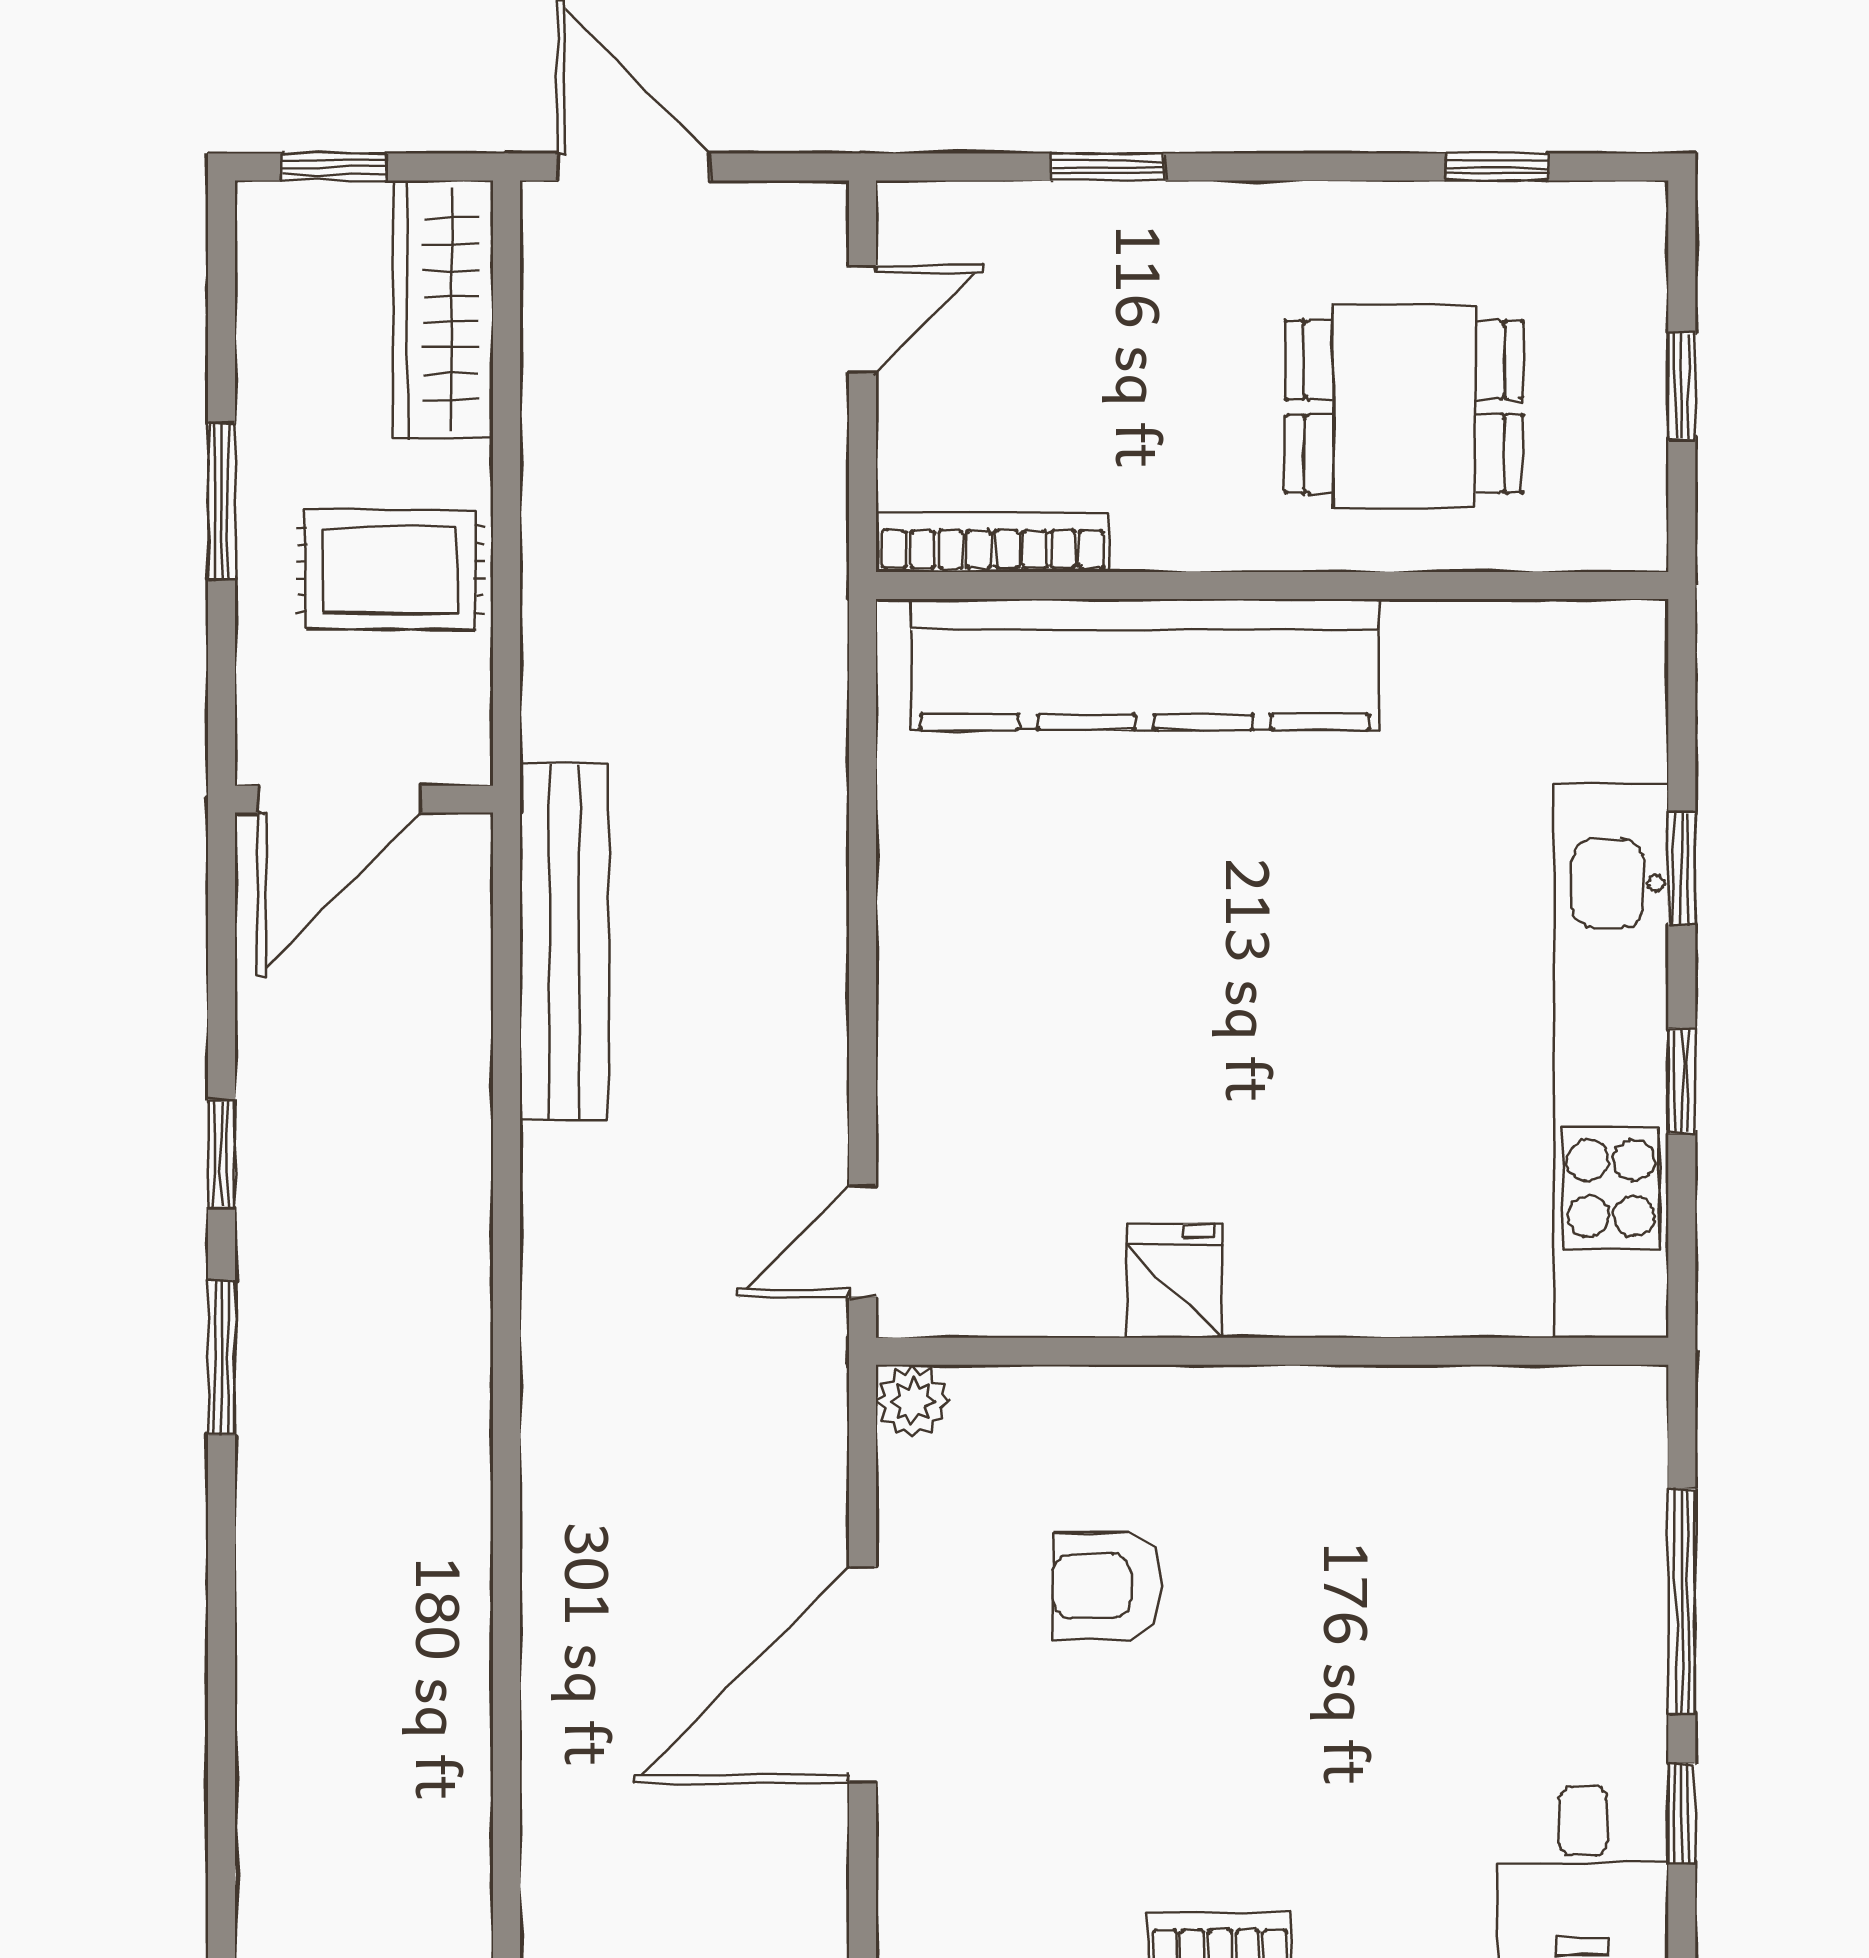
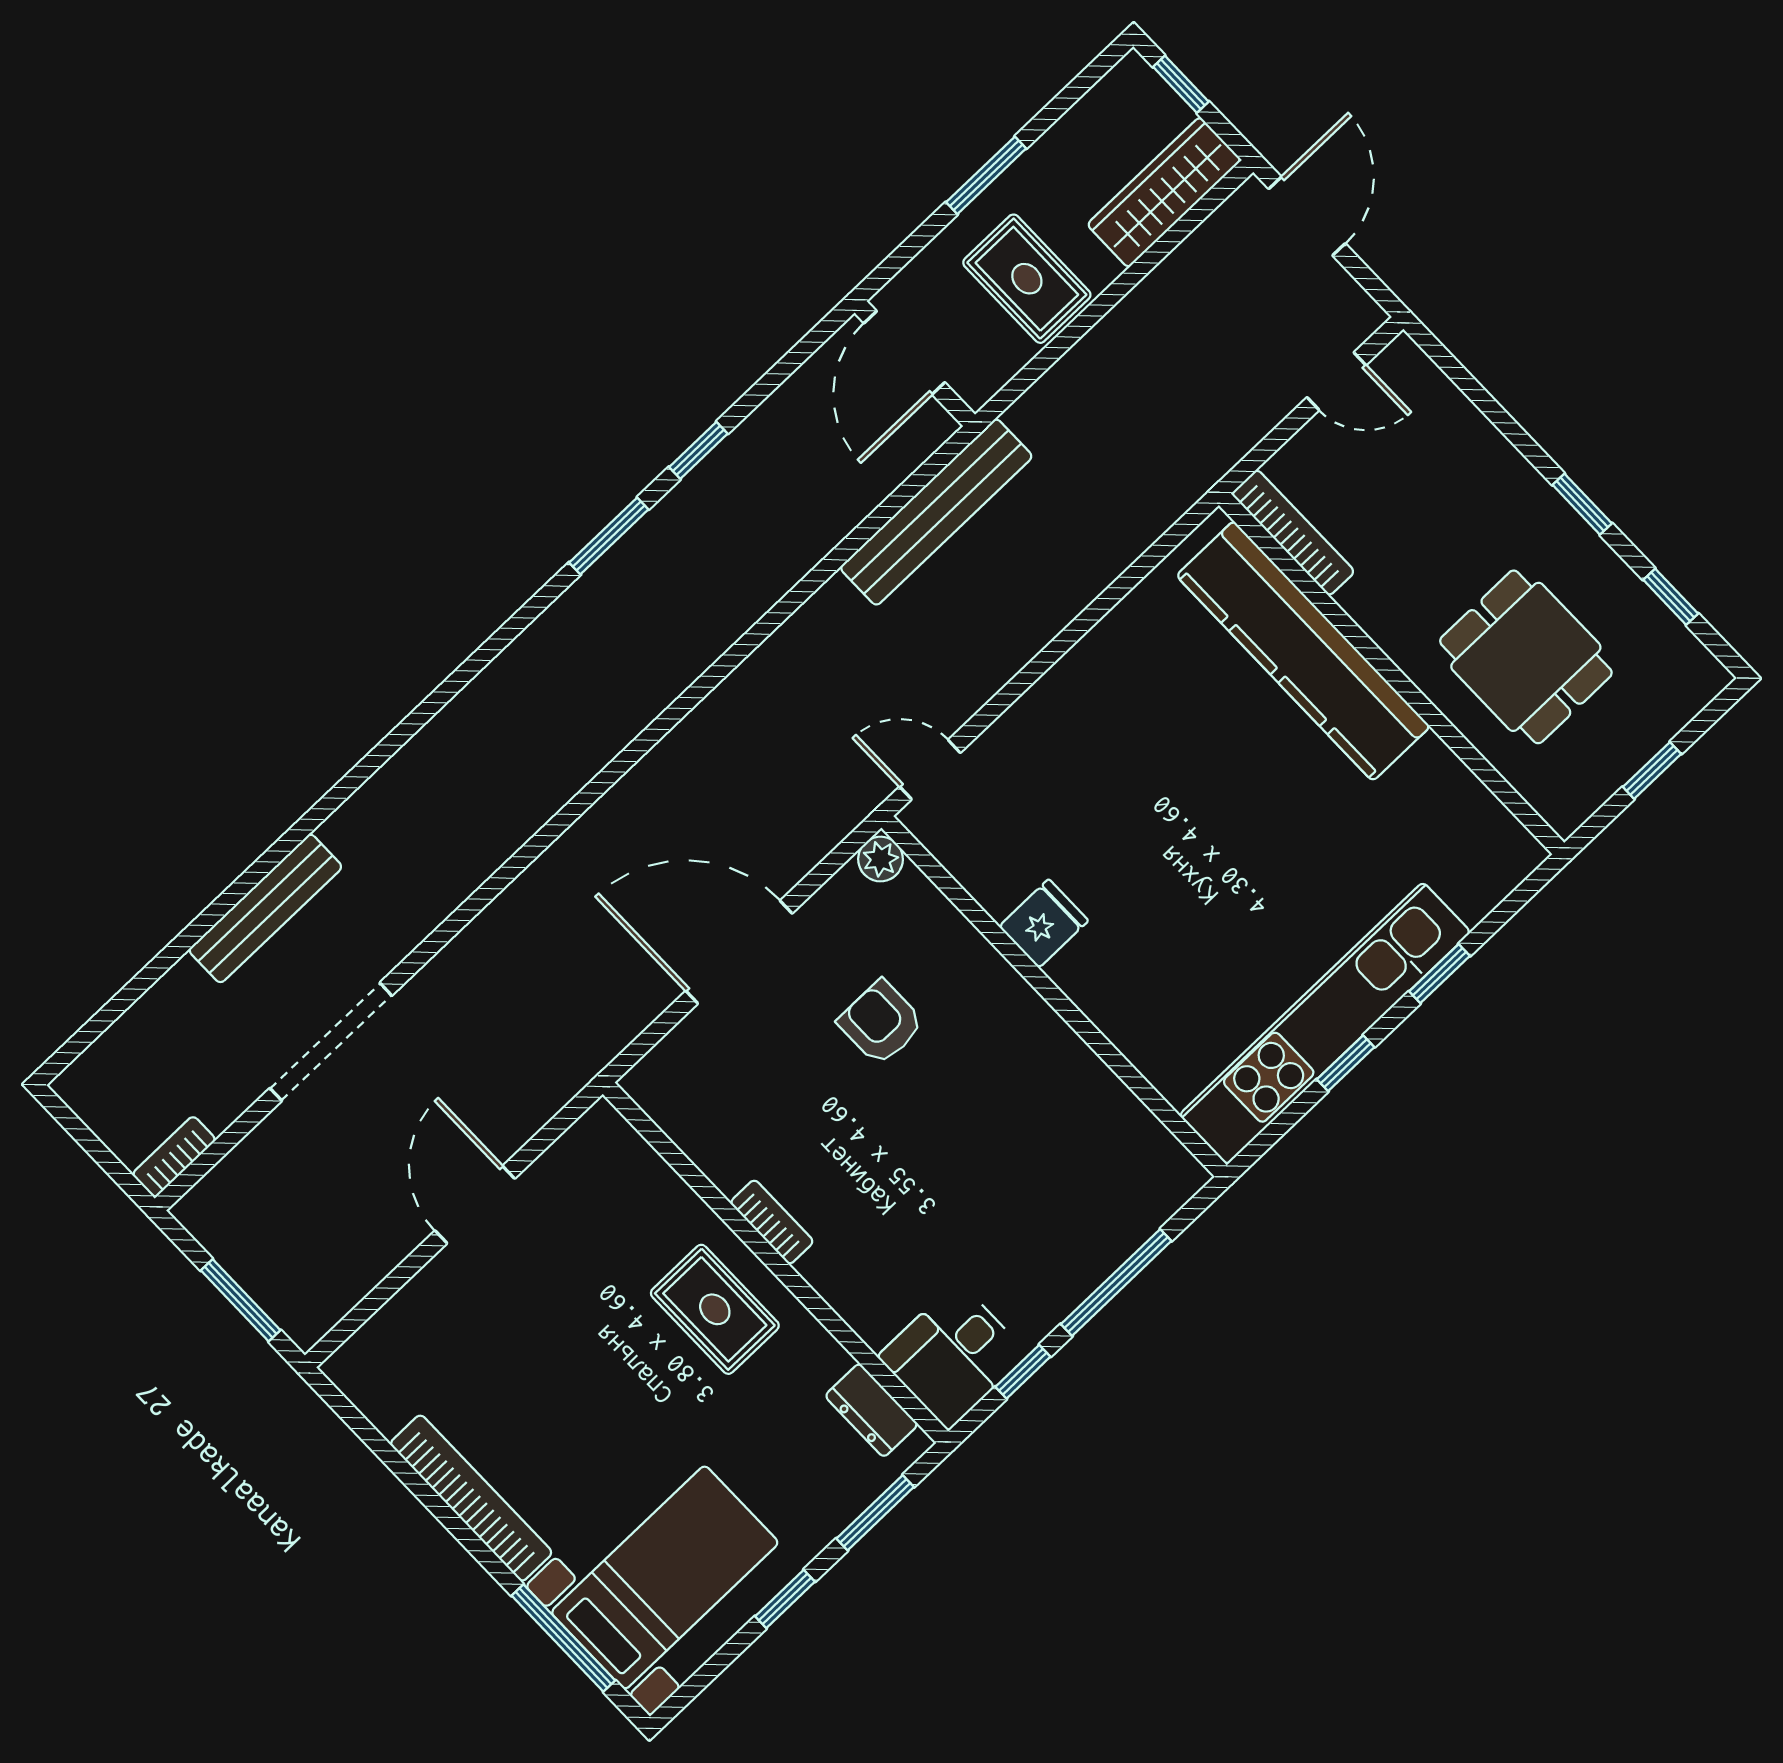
window: (1108, 167) -> (1582, 504), moved
door: (339, 799) -> (904, 353), hinge flipped

